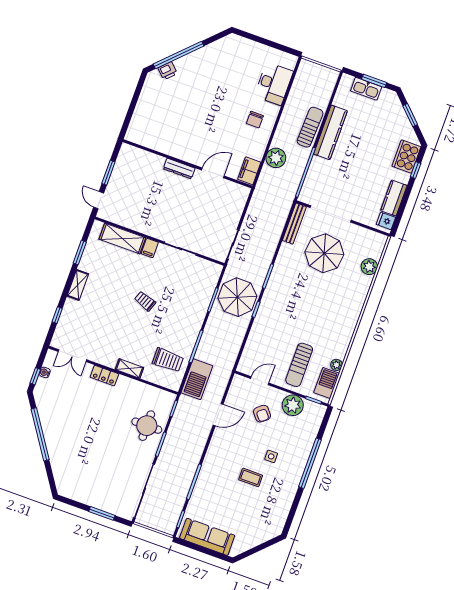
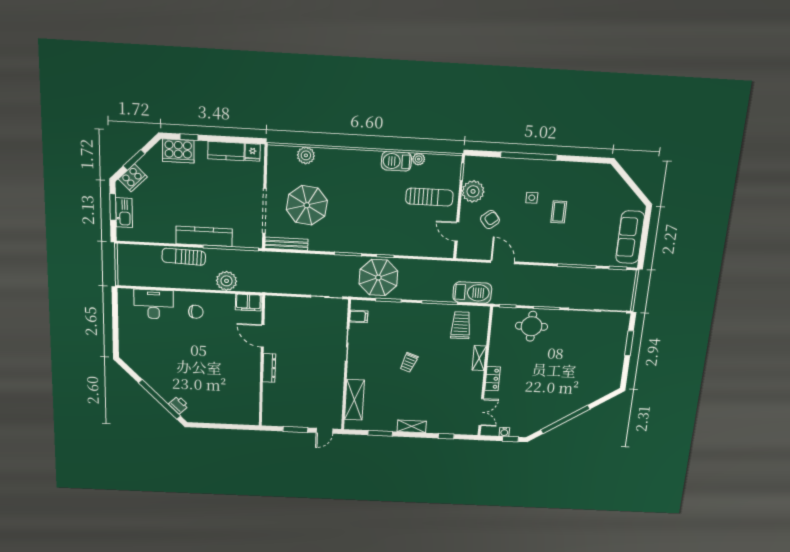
cooker: (395, 108) -> (133, 178), added
kitchen counter: (330, 132) -> (204, 236), moved
filing cabinet: (150, 248) -> (359, 316), moved
barbecue: (327, 383) -> (396, 161), moved

